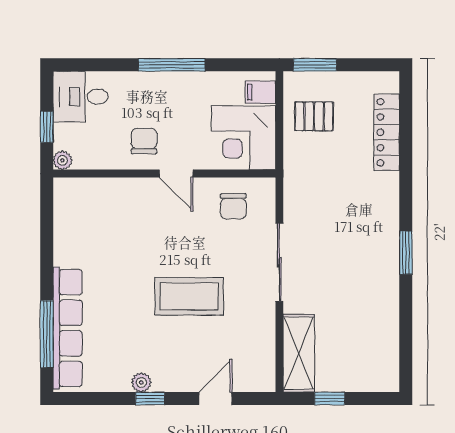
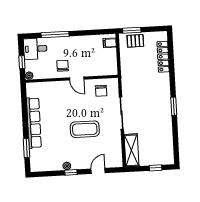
window: (172, 65) -> (55, 34), moved
pallet: (314, 116) -> (135, 41), moved
corner desk: (243, 138) -> (104, 62), removed
row of seats: (68, 328) -> (34, 123), moved
window: (47, 334) -> (27, 148), width x0.69
window: (330, 399) -> (155, 168), moved

